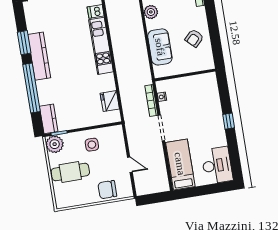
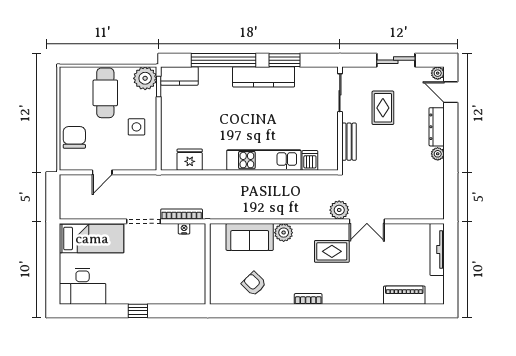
plant: (151, 12) -> (284, 233), moved

